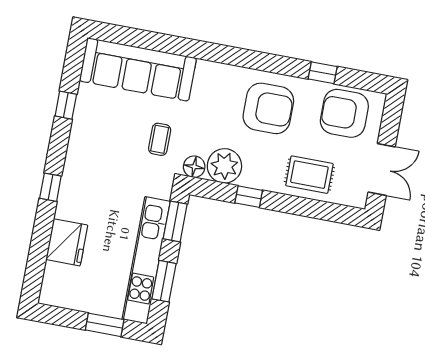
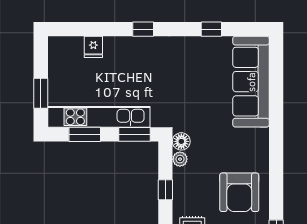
coffee table: (160, 139) -> (198, 110), removed
plant: (224, 166) -> (180, 159), width x0.53, depth x0.53
fridge: (67, 242) -> (93, 47), width x0.53, depth x0.75

